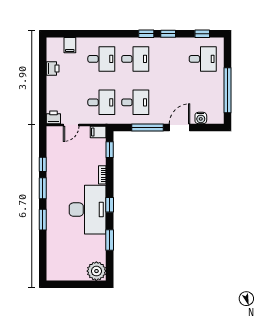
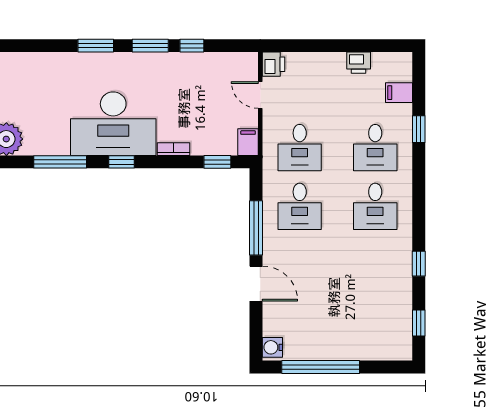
window: (146, 34) -> (419, 129), moved
desk: (203, 59) -> (375, 324), removed
water cooler: (201, 118) -> (272, 347), moved
window: (110, 240) -> (60, 162), width x1.44

